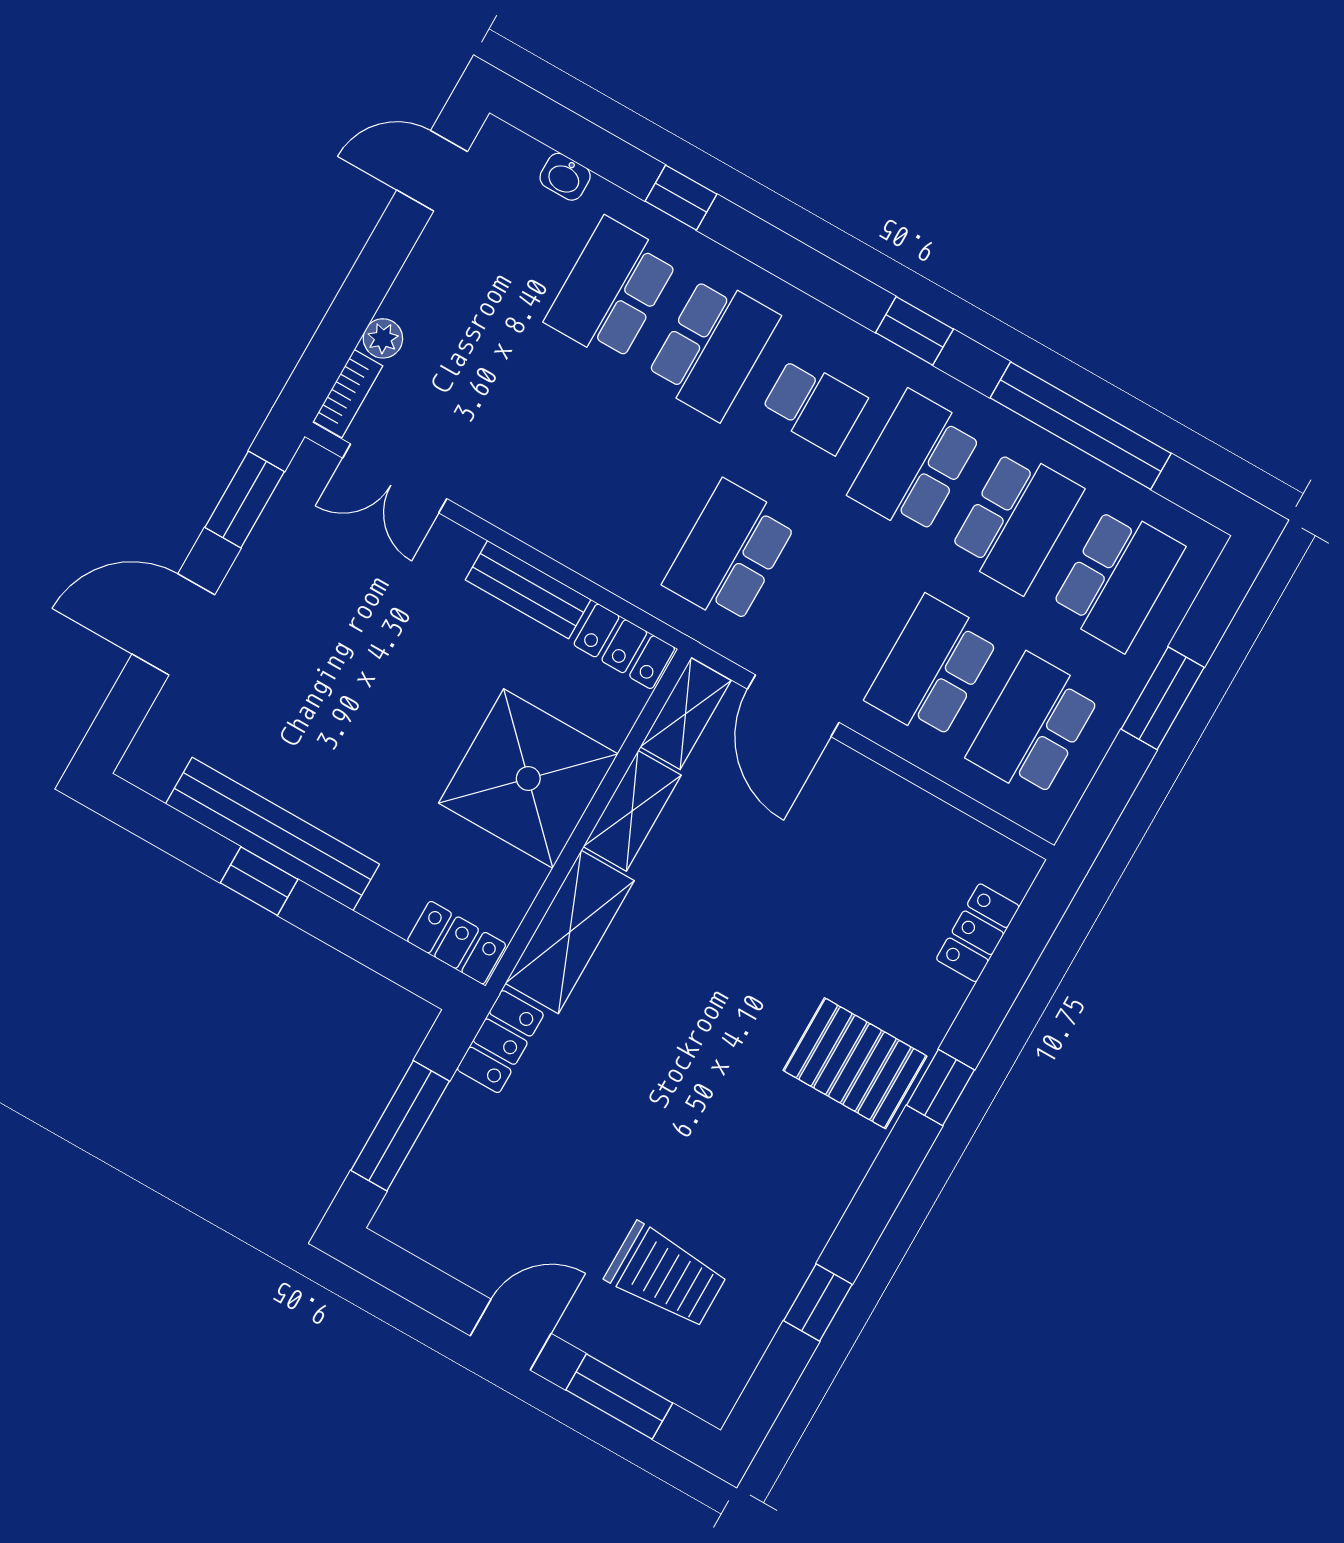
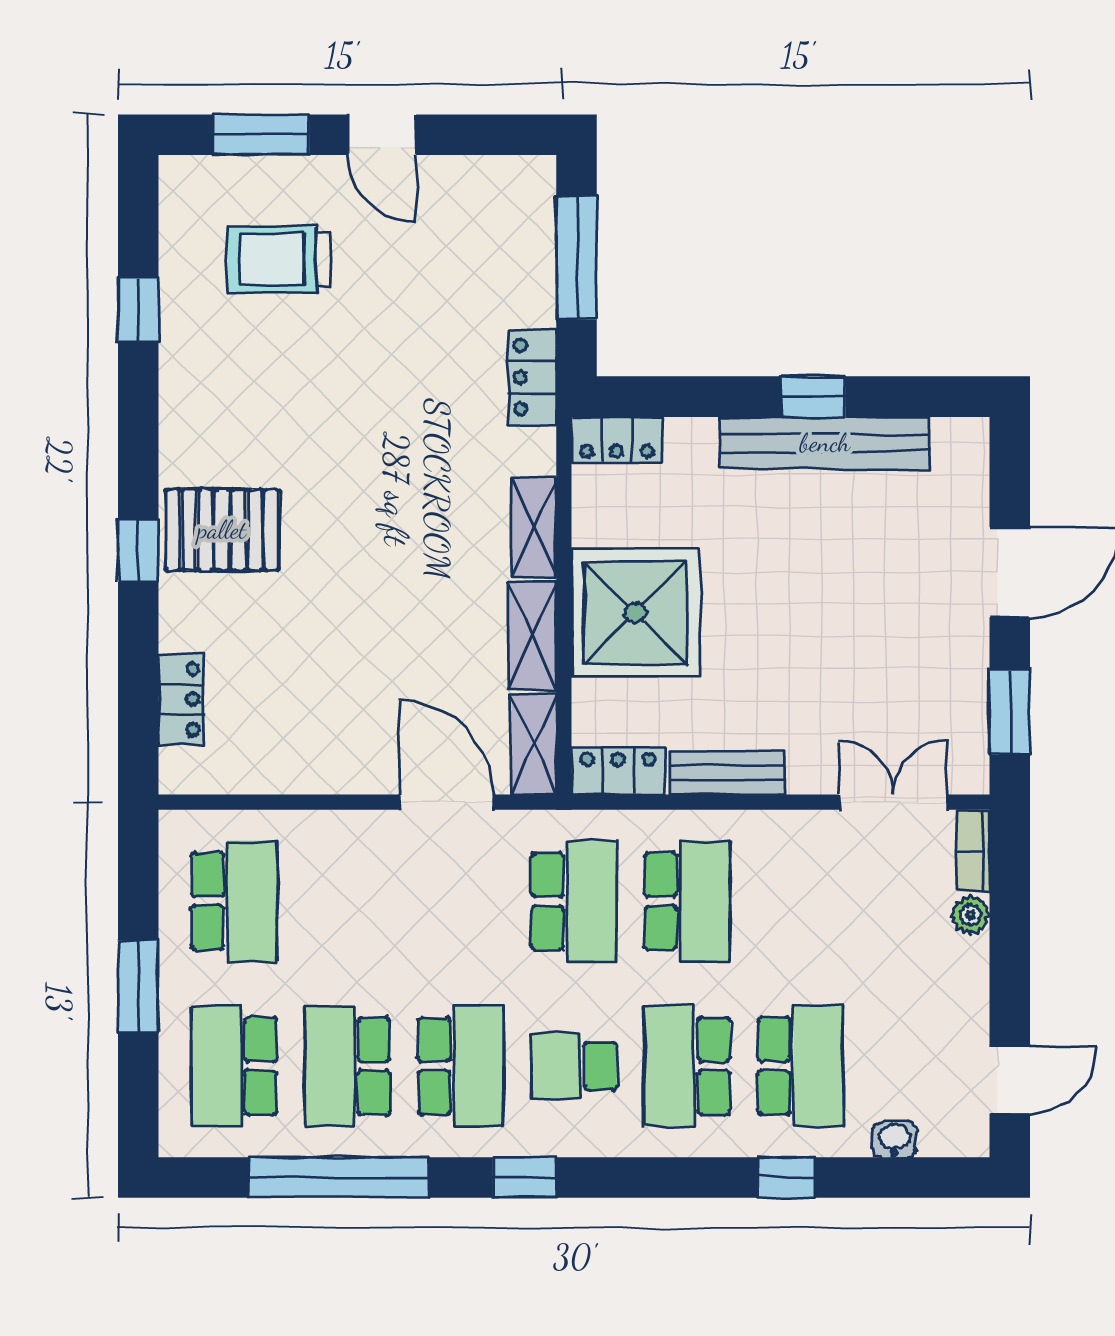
school desk: (932, 668) -> (687, 901), moved
shelving: (570, 932) -> (534, 528), width x0.67, depth x0.75
door: (511, 1335) -> (382, 135), hinge flipped

